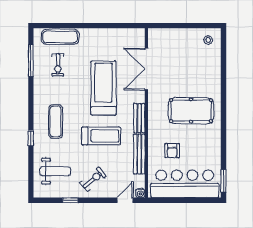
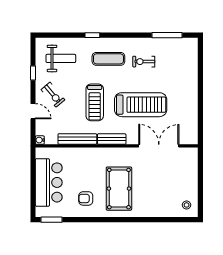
exercise mat: (60, 37) -> (190, 63), removed
exercise bike: (58, 65) -> (144, 62), moved
armchair: (172, 151) -> (86, 198), moved
weight bench: (55, 171) -> (61, 58), turned -90
bar counter: (185, 184) -> (49, 182), width x0.73
door: (125, 200) -> (33, 111), moved

